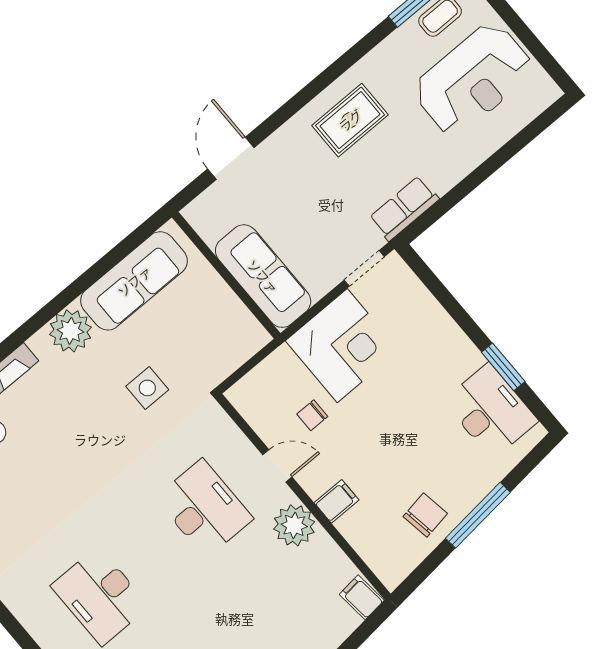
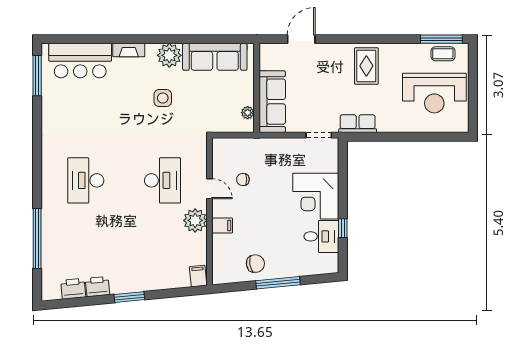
rug: (350, 120) -> (366, 66), turned 90
plant: (242, 319) -> (248, 113), added
corner desk: (342, 346) -> (316, 196), moved, turned 90
window: (503, 367) -> (343, 228), width x0.67
side table: (147, 388) -> (163, 98), moved
desk: (491, 411) -> (321, 236), width x0.73

